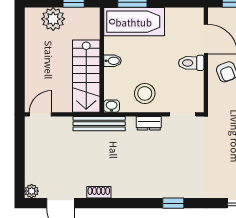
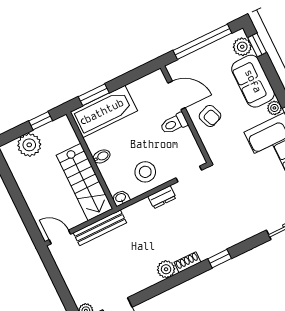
door: (40, 114) -> (60, 237), hinge flipped
bench: (99, 124) -> (100, 228), moved
plant: (121, 189) -> (166, 269), added
shoe rack: (99, 192) -> (187, 262), moved

